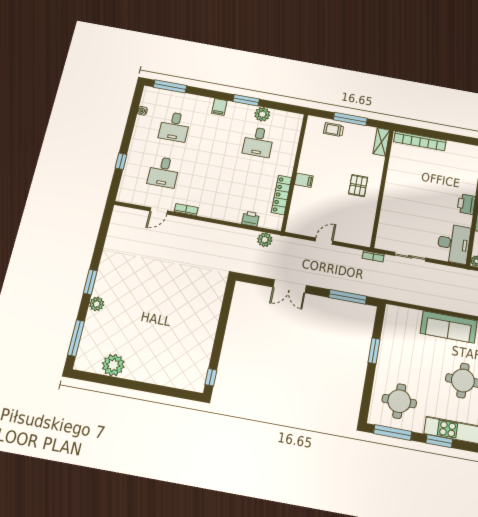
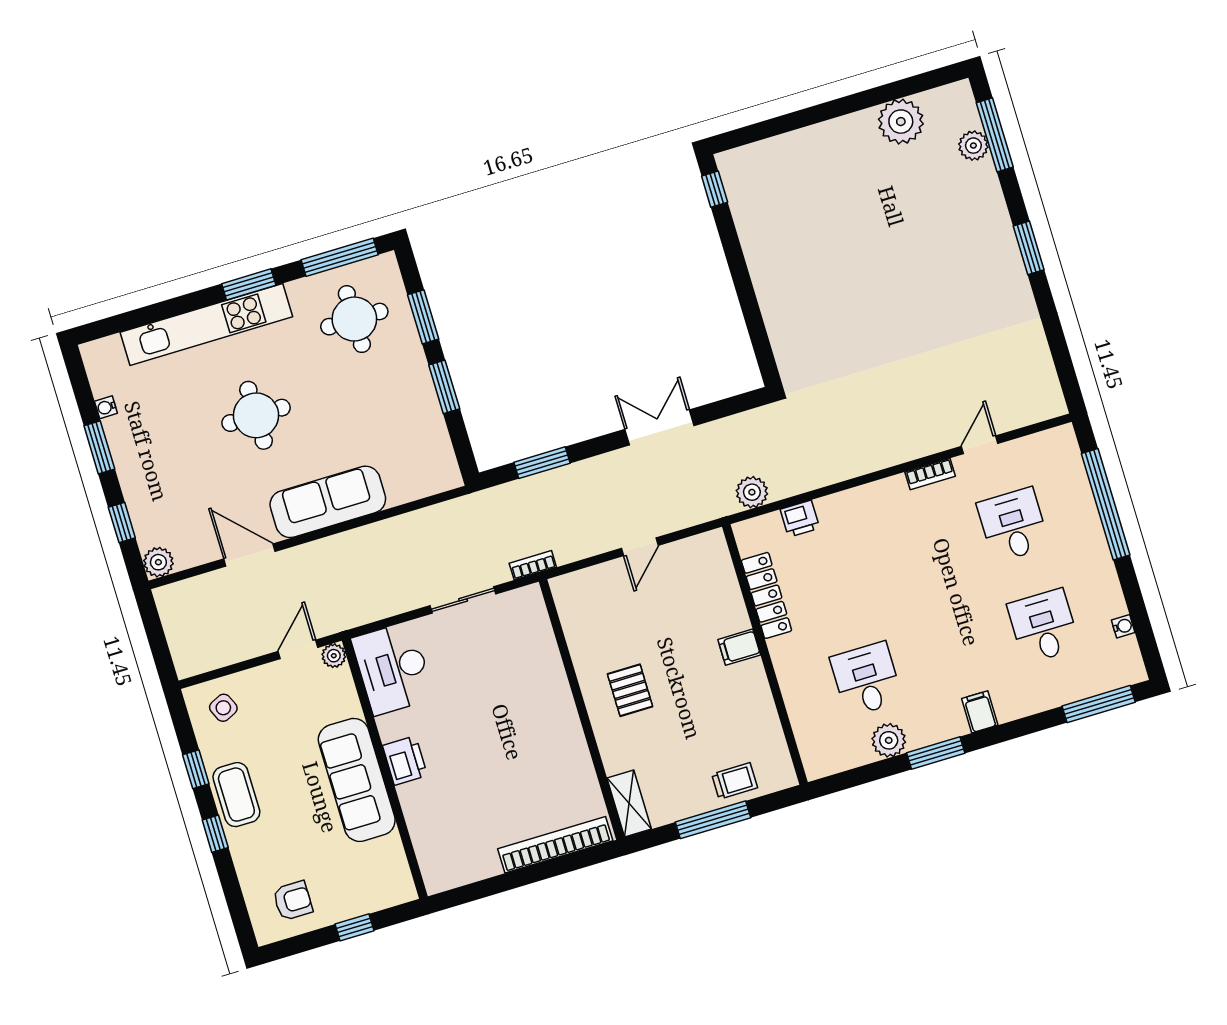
window: (121, 161) -> (1106, 504), width x3.17
window: (348, 297) -> (542, 463), width x0.69
plant: (97, 304) -> (973, 146), moved
window: (368, 386) -> (423, 317), added

